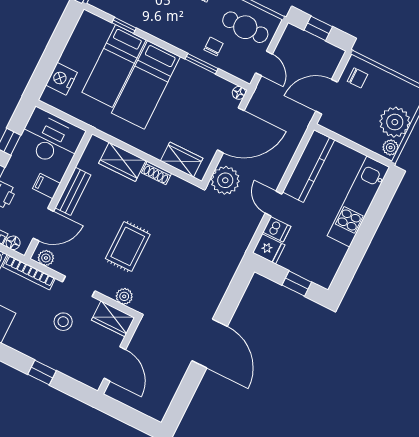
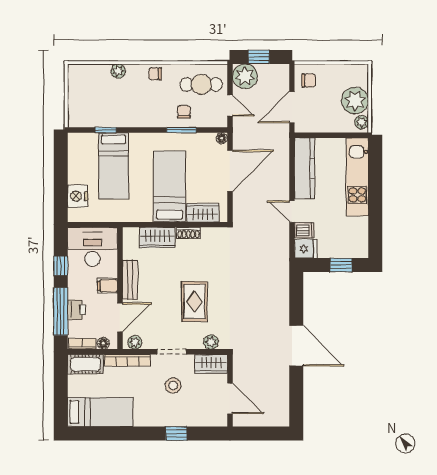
bed: (146, 85) -> (169, 186), moved, turned 180
plant: (225, 180) -> (245, 76), moved

